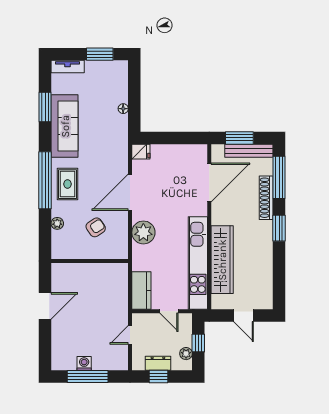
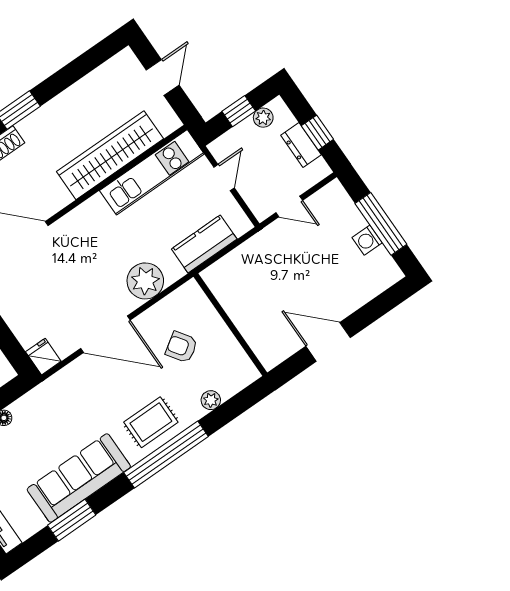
kitchen unit: (198, 263) -> (152, 172), width x0.73
kitchen counter: (141, 291) -> (204, 244), moved

